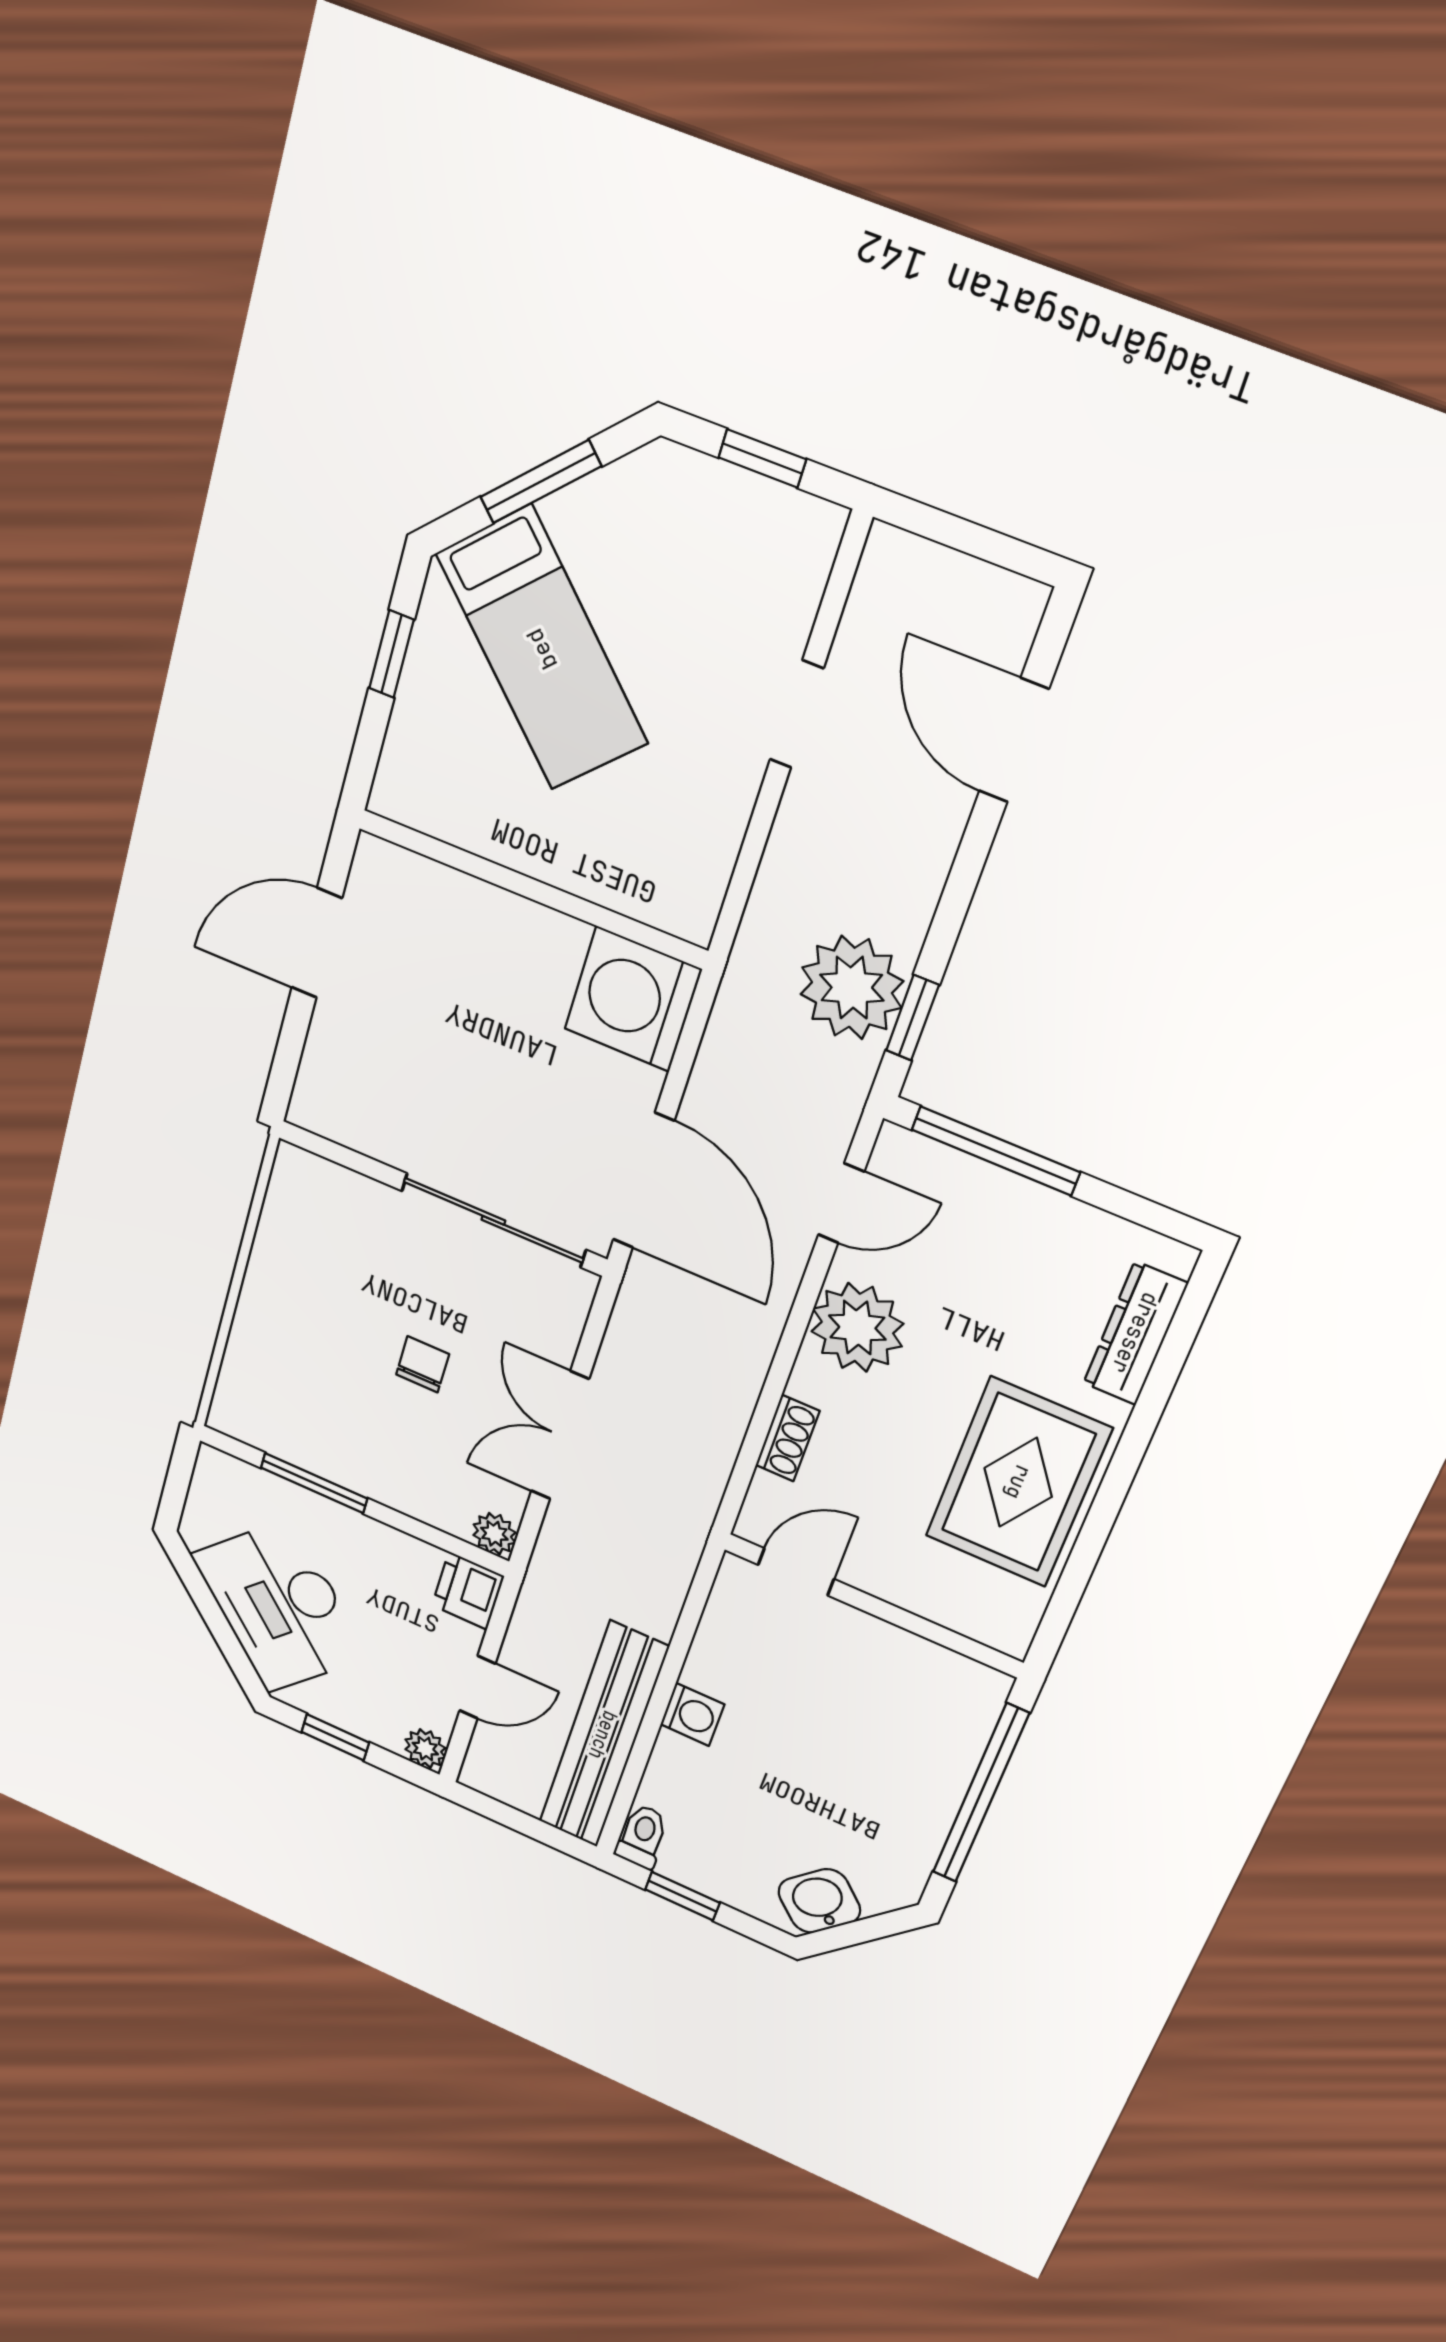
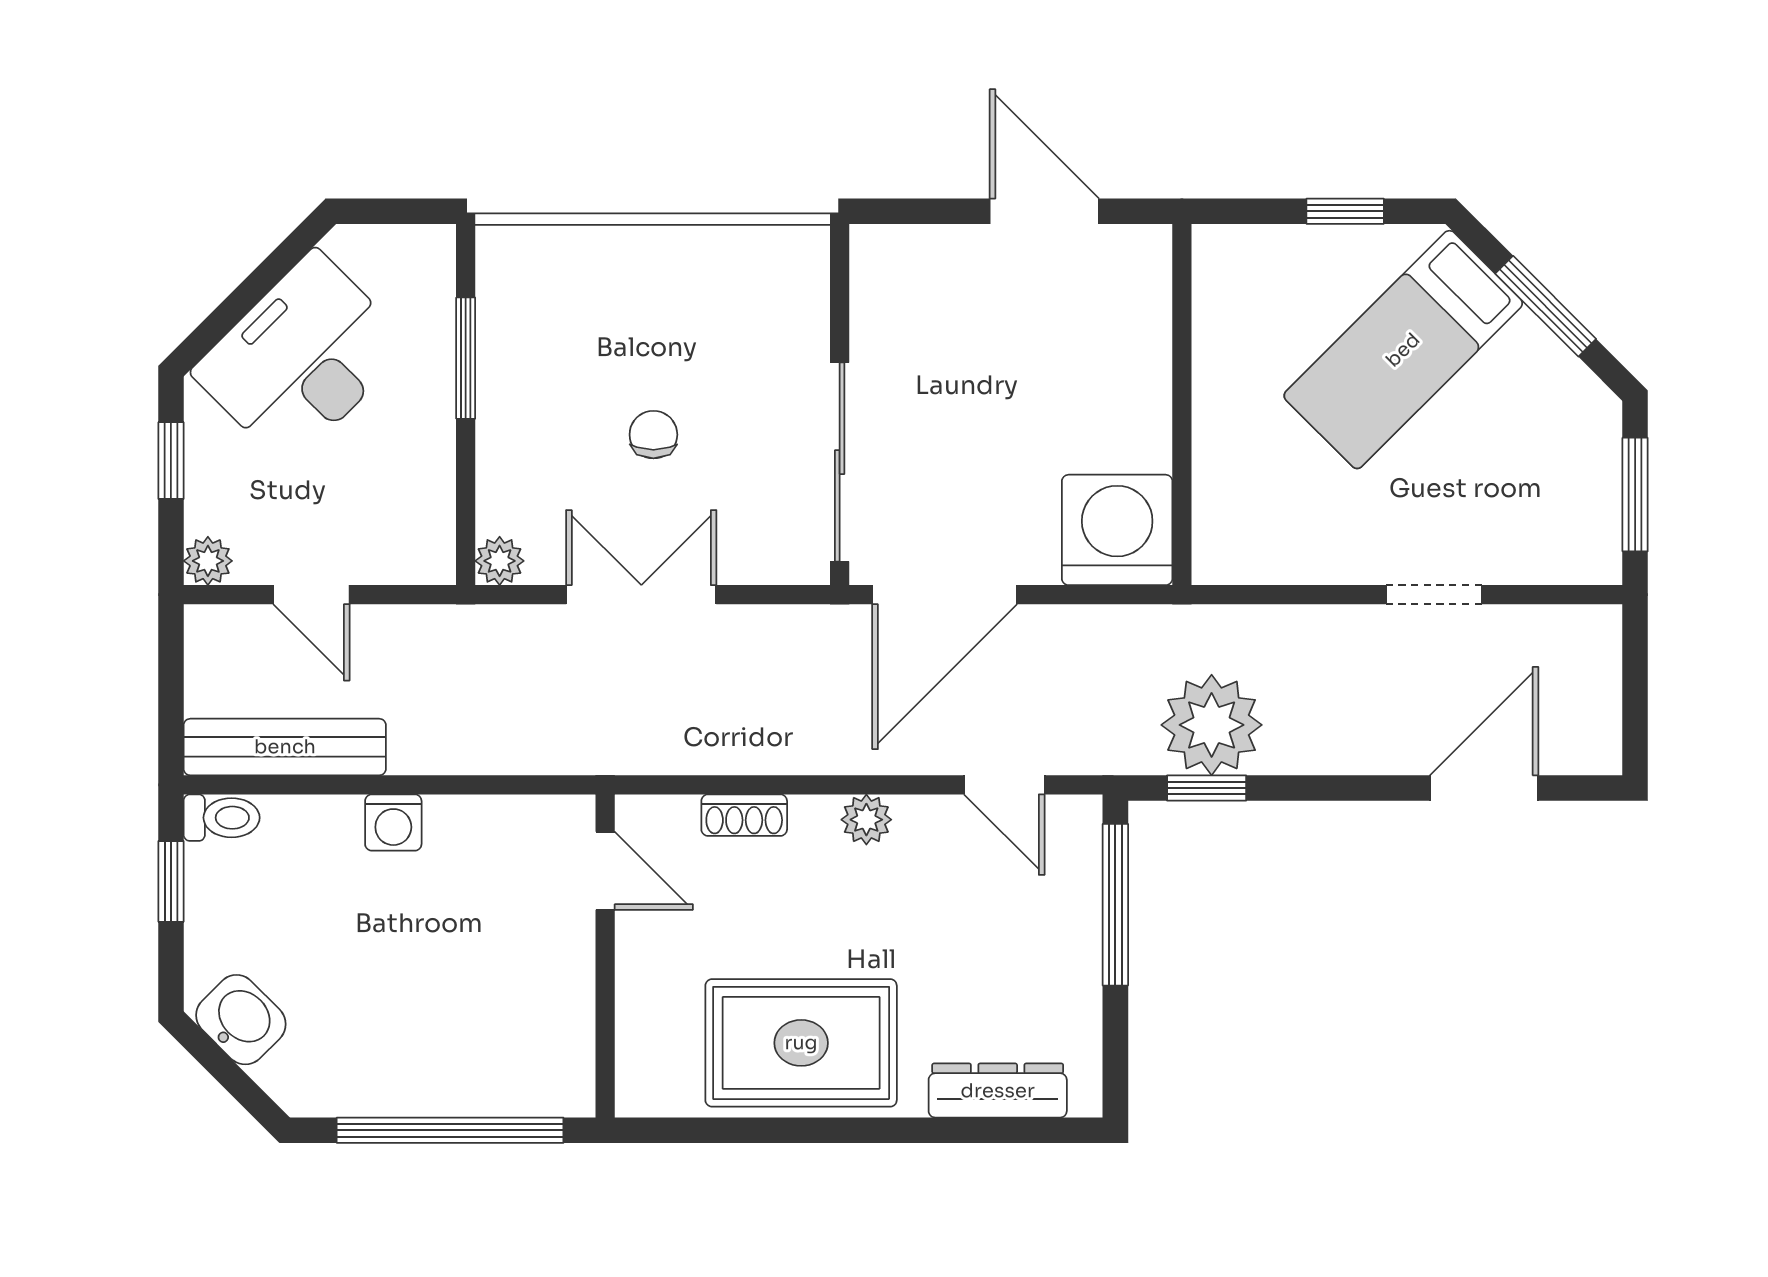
window: (762, 458) -> (1635, 495), width x1.50
plant: (857, 1328) -> (866, 820), width x0.53, depth x0.53
chair: (423, 1364) -> (653, 435), turned -90
printer: (468, 1591) -> (420, 553), removed
bench: (603, 1735) -> (285, 747), width x0.73, depth x0.82

